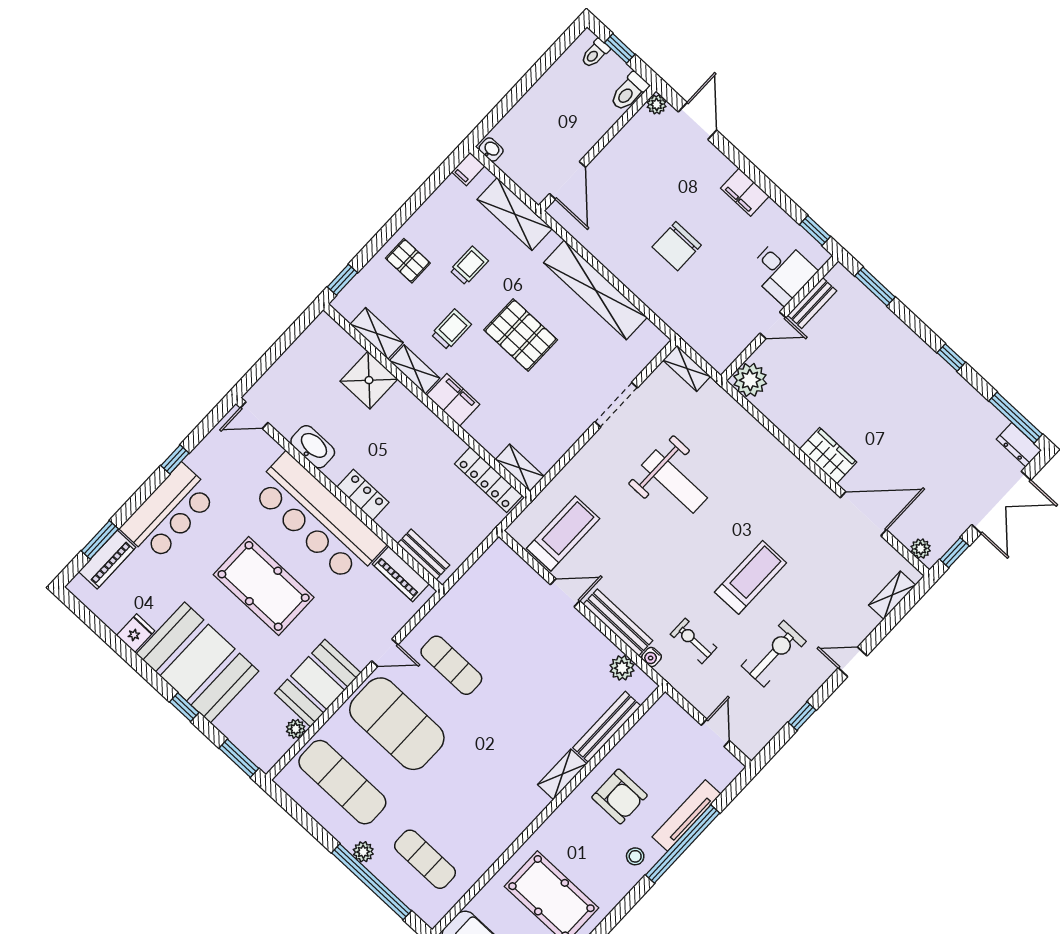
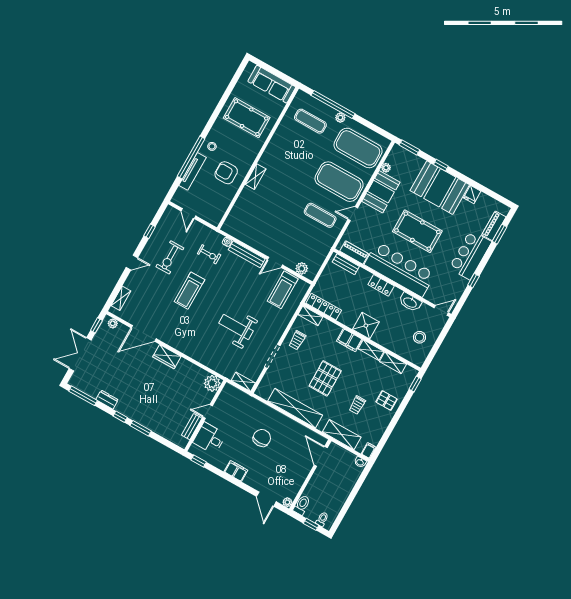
window: (875, 286) -> (141, 428), moved
trolley: (451, 329) -> (297, 340), moved
pallet: (521, 335) -> (325, 378), turned 90
stool: (311, 372) -> (420, 337), added
shower: (369, 380) -> (366, 326), moved
dresser: (1019, 445) -> (107, 400), moved
plant: (622, 668) -> (302, 268), moved
bench: (607, 727) -> (240, 204), removed
exercise mat: (342, 782) -> (358, 148), width x1.47

